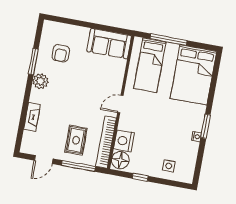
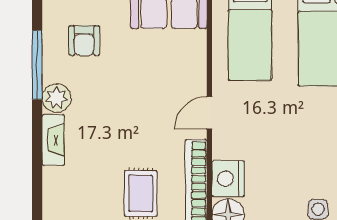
window: (33, 62) -> (37, 65), width x1.44
fireplace: (32, 117) -> (53, 140), moved

